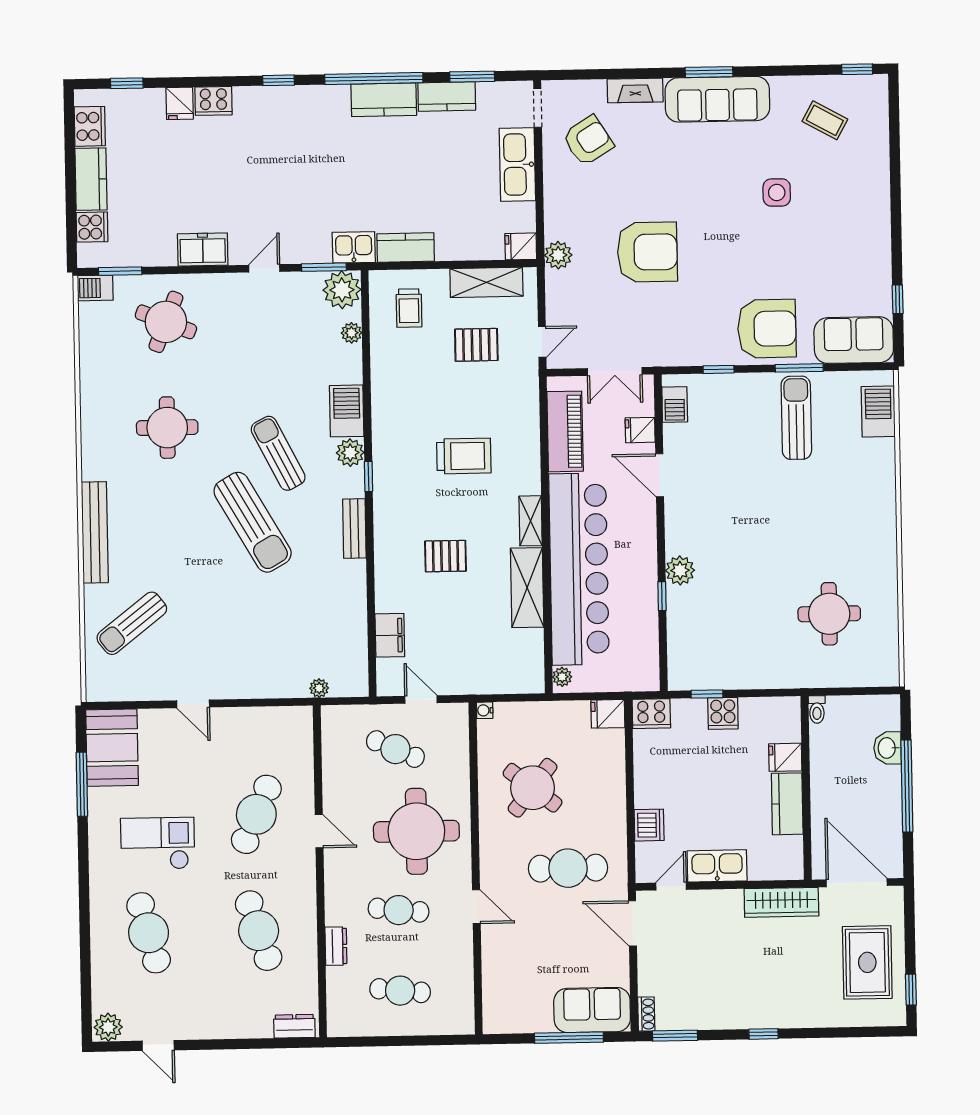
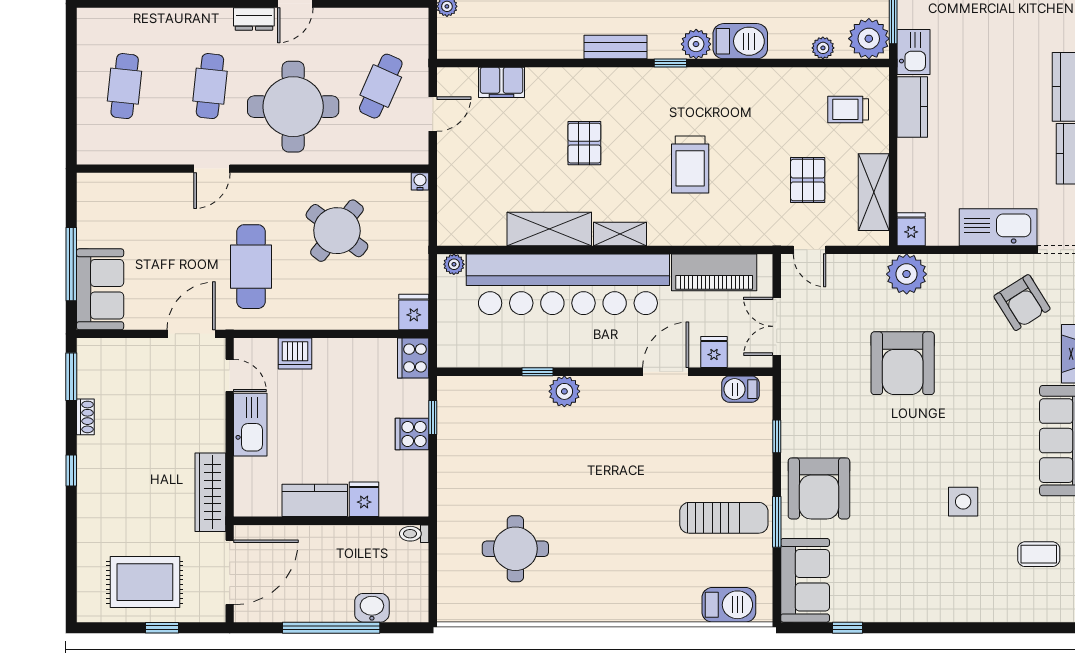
coffee table: (825, 120) -> (1039, 554), turned 61
plant: (558, 255) -> (907, 274), width x1.36, depth x1.36
dresser: (336, 946) -> (254, 19), moved
window: (911, 990) -> (162, 628), moved
shoe rack: (646, 1014) -> (85, 417), moved, turned -90

